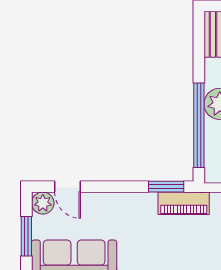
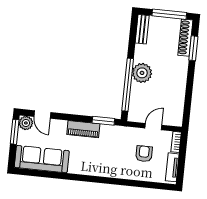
piano: (184, 203) -> (83, 129), moved
window: (26, 236) -> (15, 132), moved

